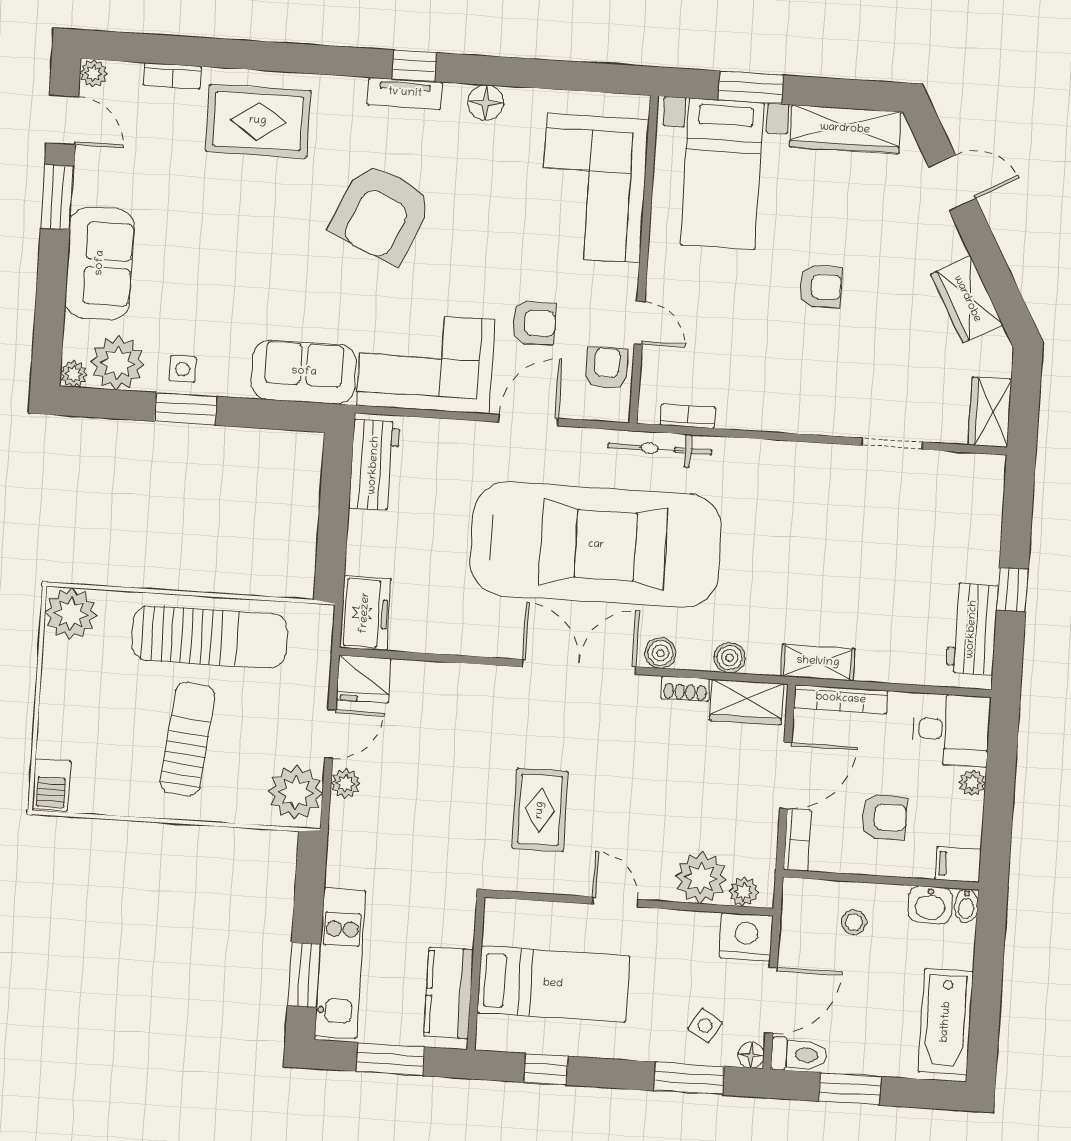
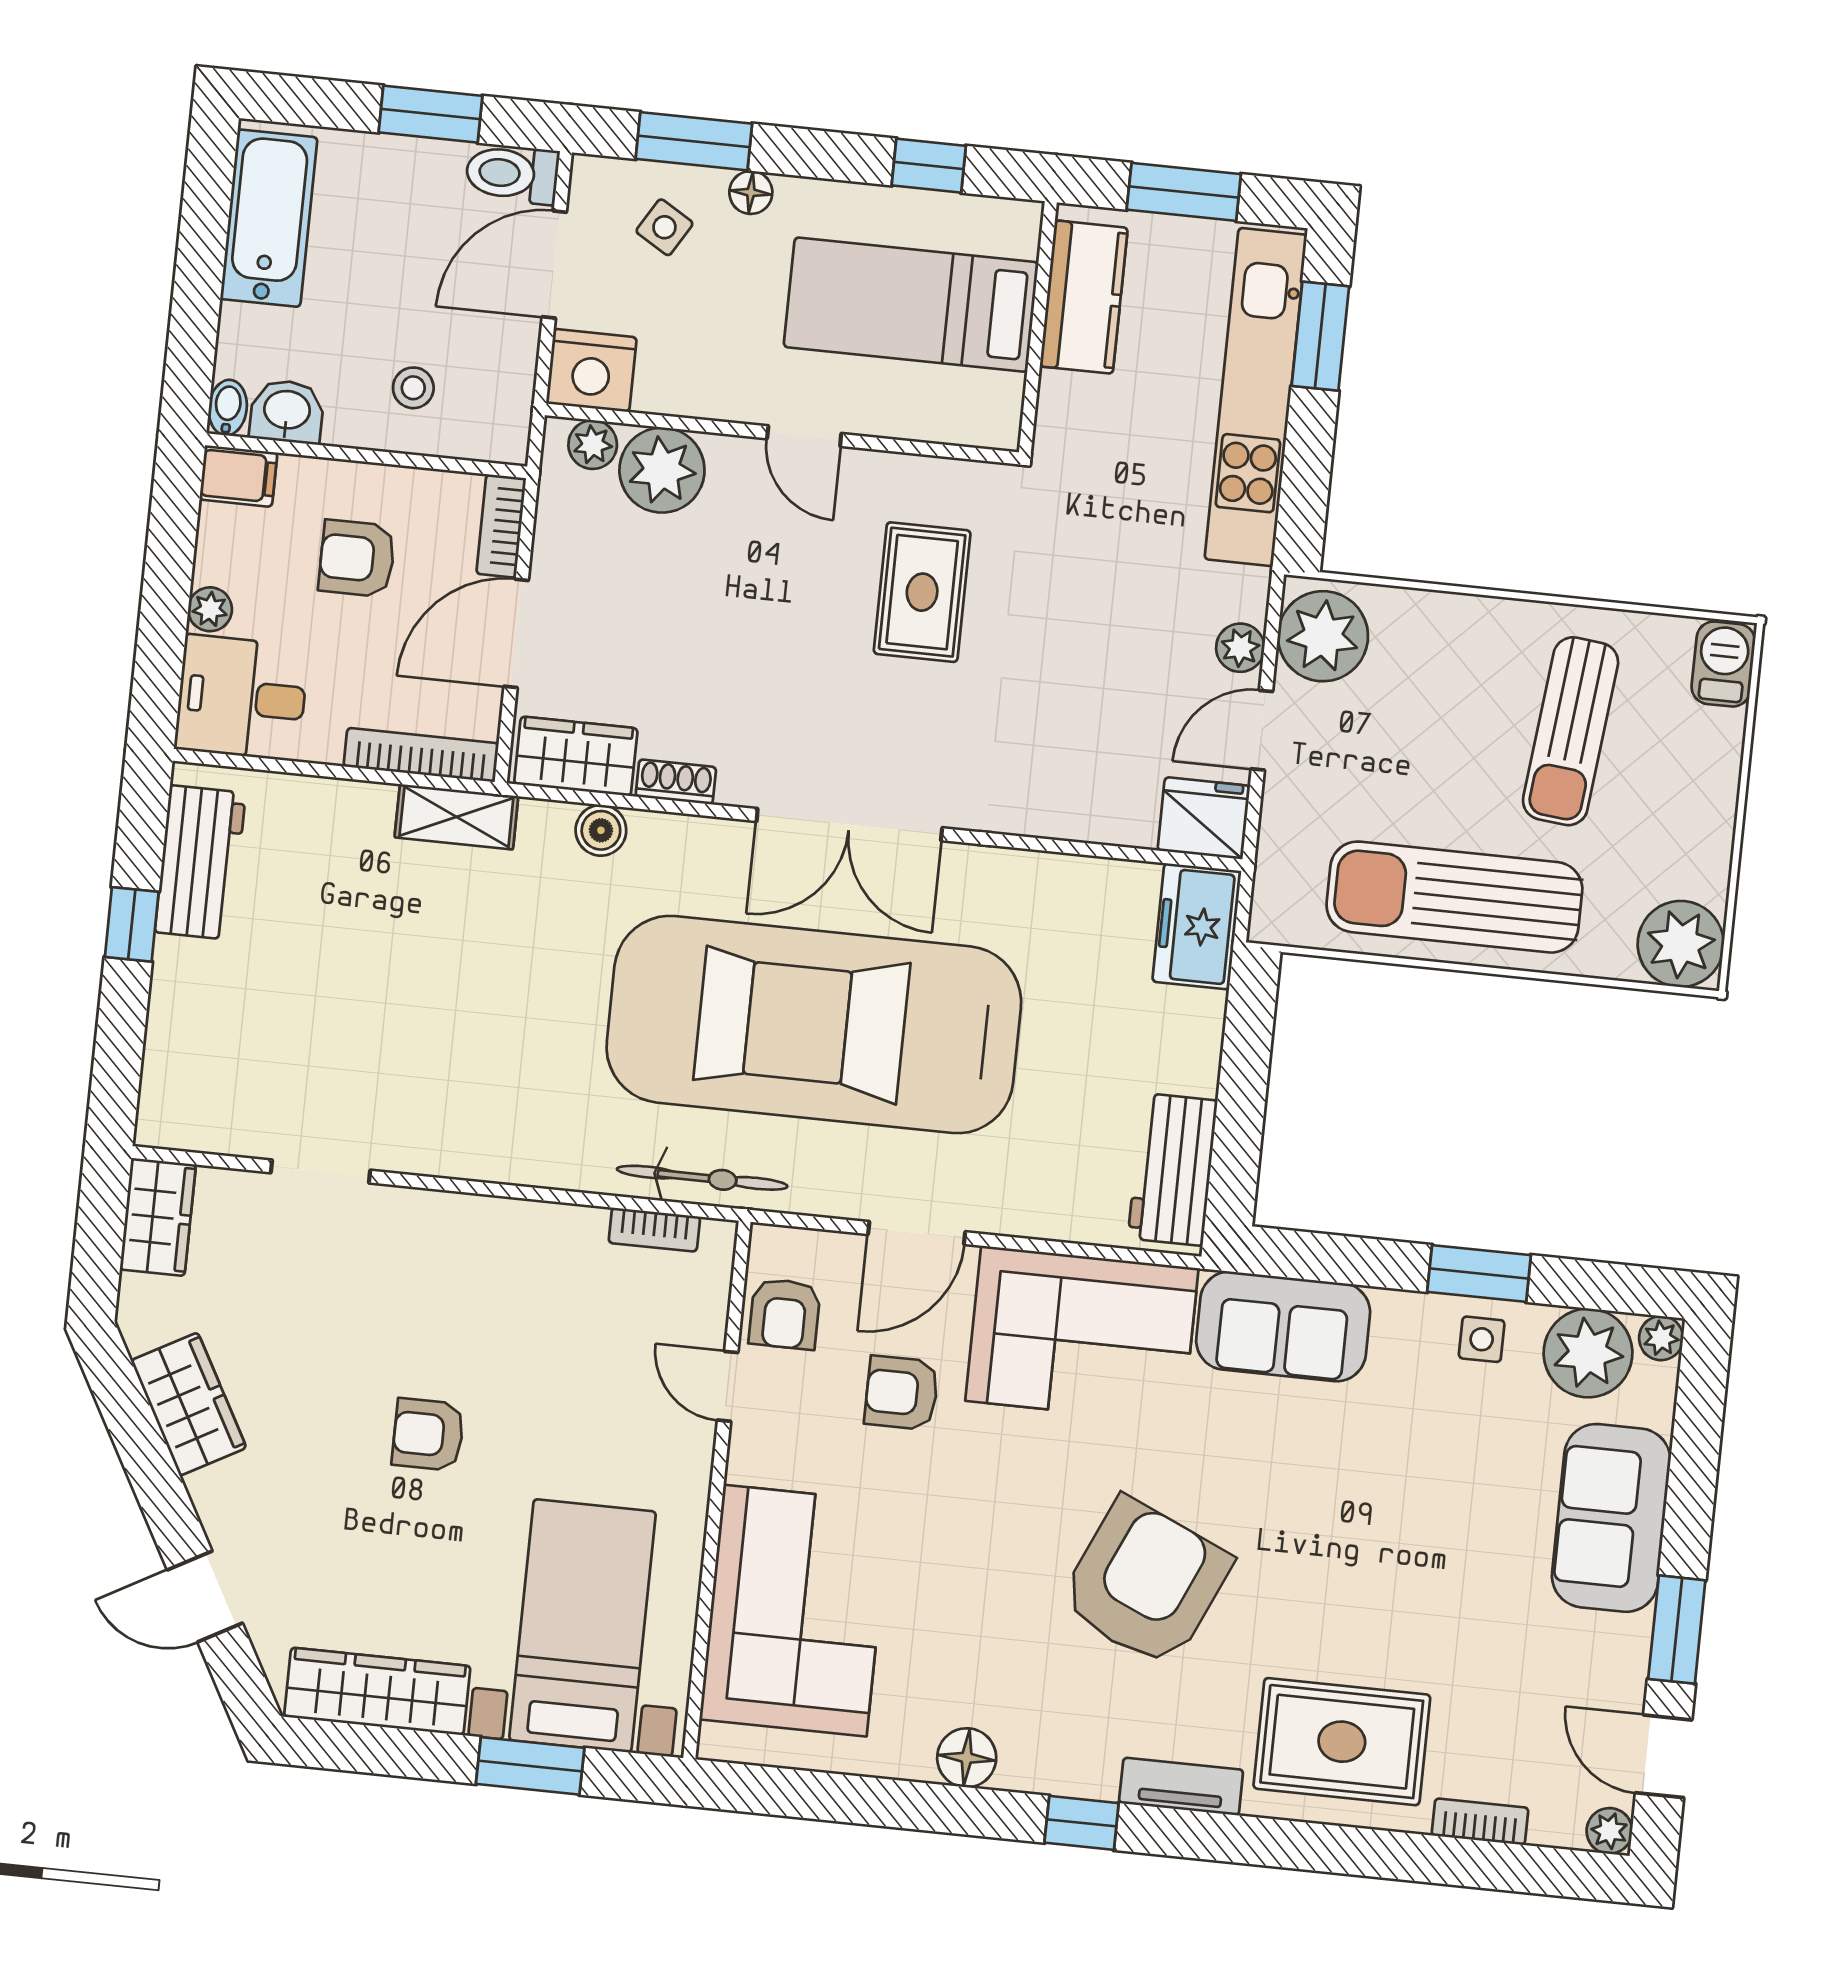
tv unit: (405, 93) -> (1181, 1786), moved
boiler: (661, 653) -> (714, 842), removed
sun lounger: (188, 739) -> (1571, 731), moved
kitchen unit: (340, 963) -> (1256, 397), width x1.36
floor lamp: (751, 1055) -> (751, 192), moved

